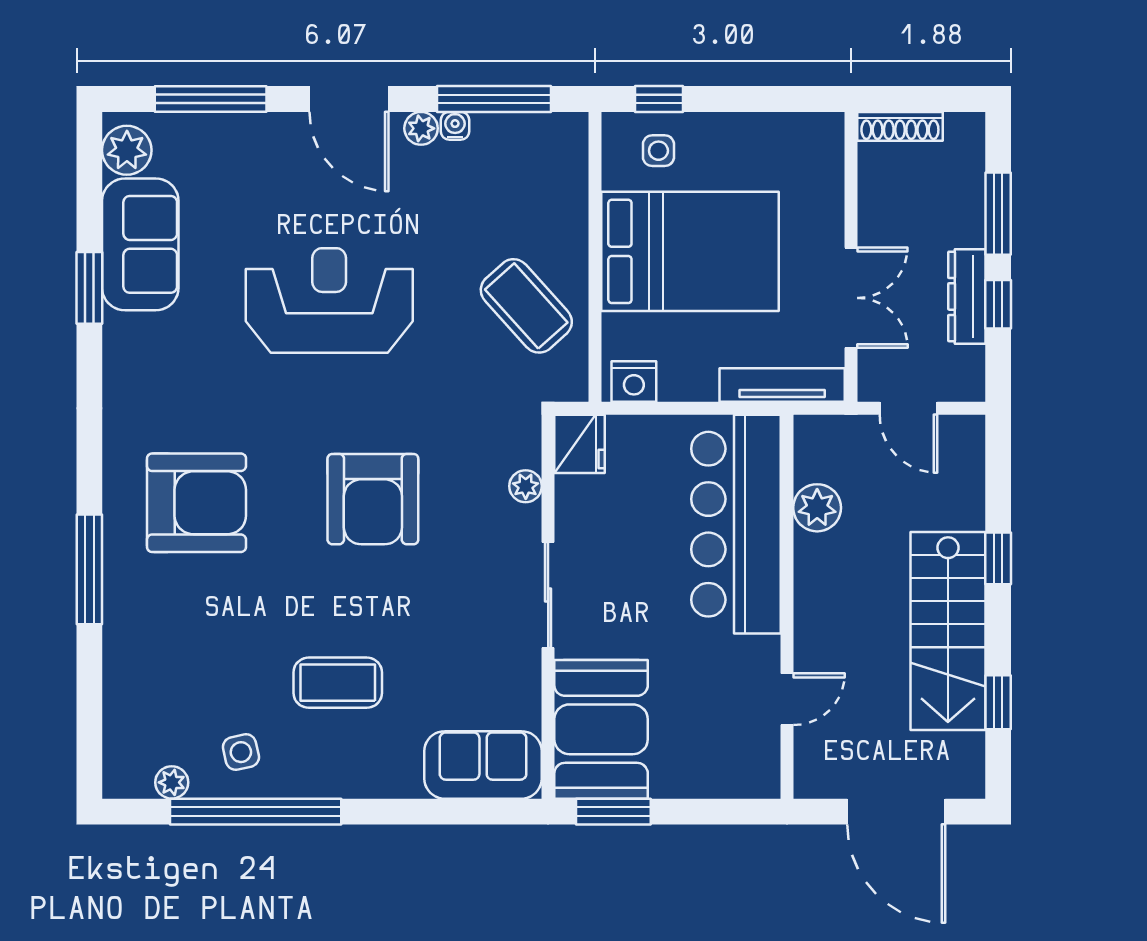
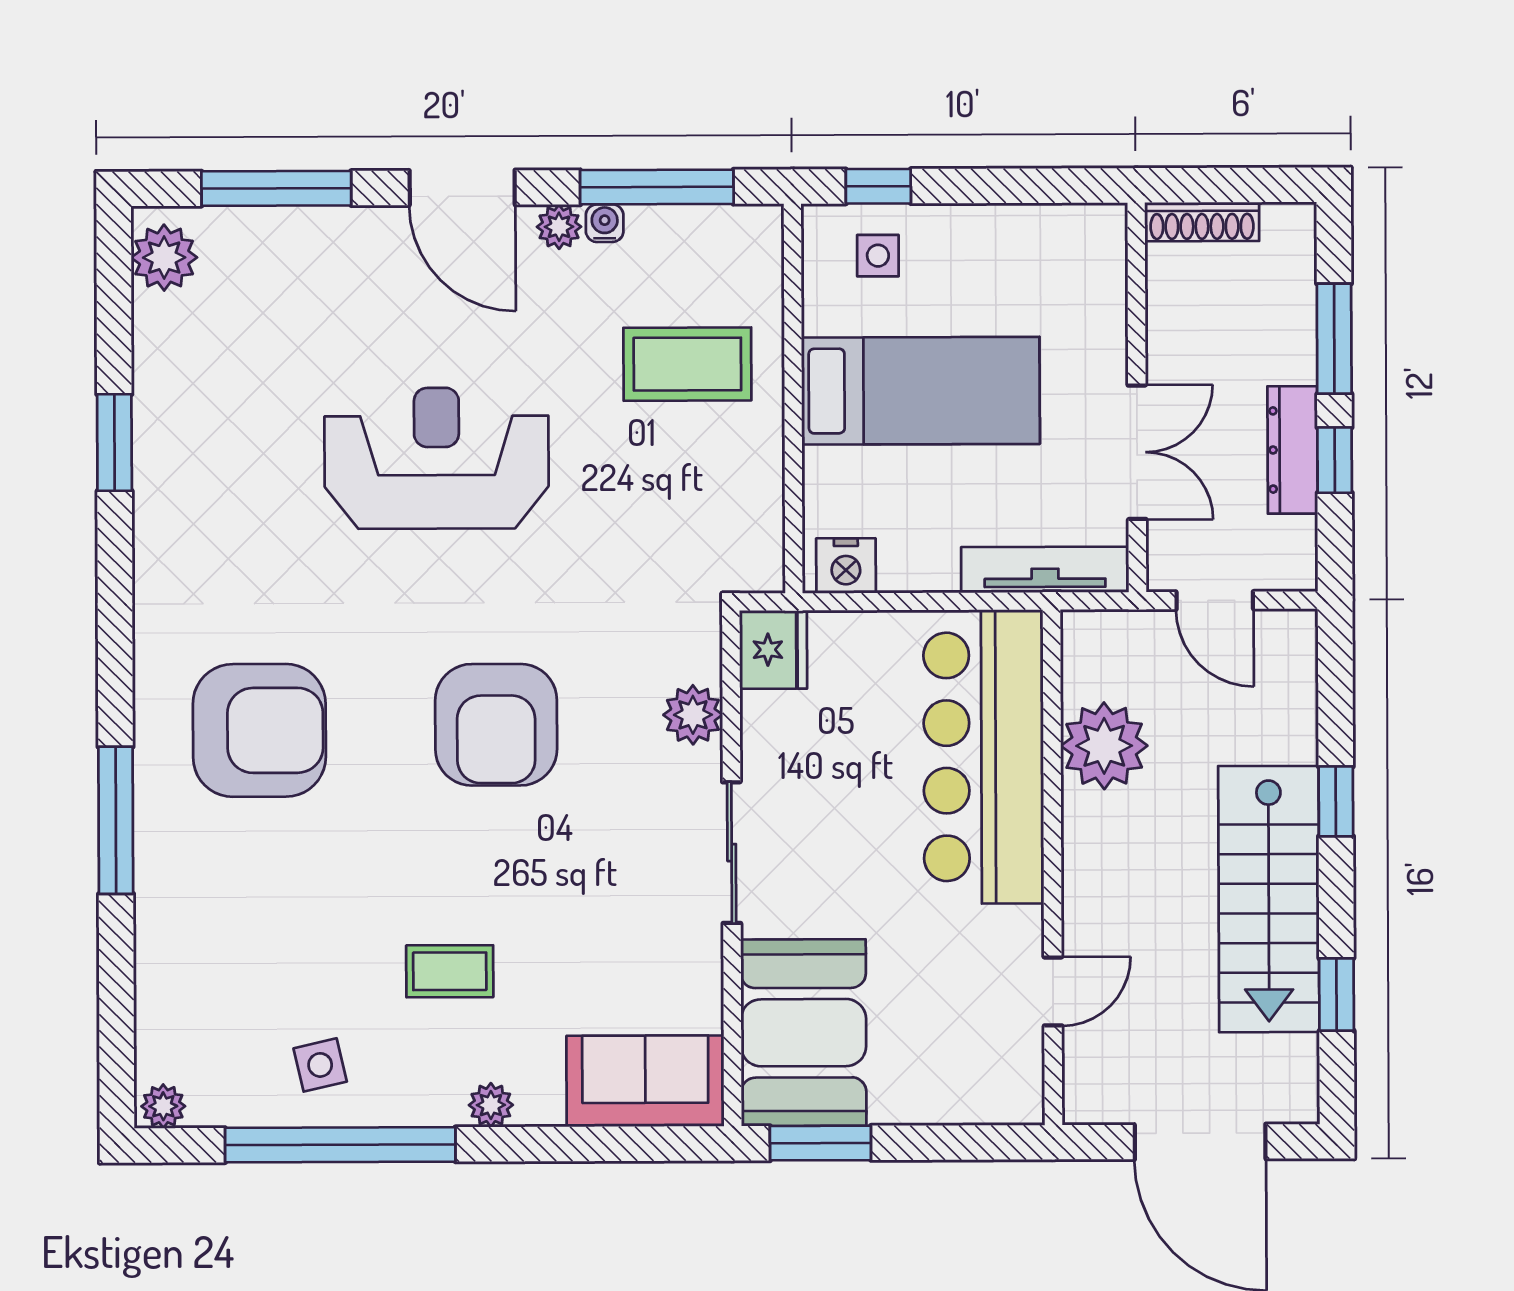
sofa: (140, 244) -> (183, 384), removed
bed: (690, 251) -> (921, 391), width x0.67
coffee table: (526, 306) -> (687, 364), moved, turned -48
plant: (526, 486) -> (693, 715), width x1.38, depth x1.38
plant: (817, 508) -> (1104, 746), width x1.36, depth x1.36
coffee table: (338, 683) -> (450, 971), width x0.73, depth x0.77
plant: (172, 782) -> (163, 1106), moved
plant: (368, 782) -> (491, 1105), added

